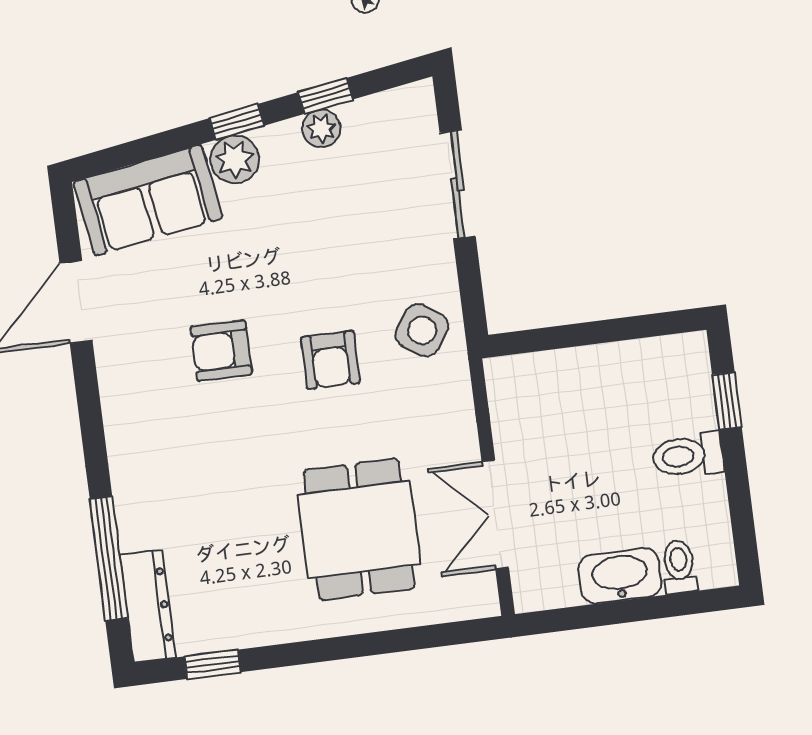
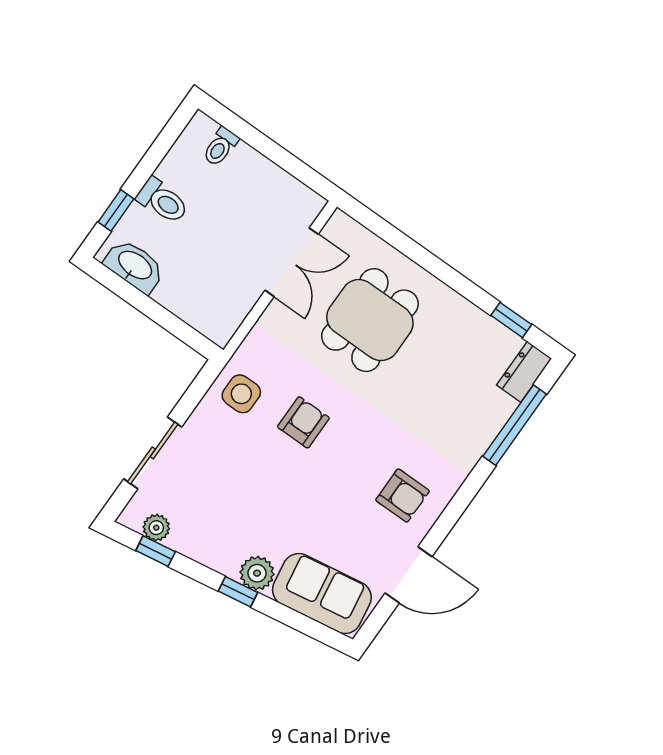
window: (326, 96) -> (156, 551), moved
plant: (321, 129) -> (156, 528), moved
side table: (422, 330) -> (241, 394), turned -35
armchair: (221, 351) -> (403, 496), moved
washbasin: (620, 576) -> (135, 266), moved, turned 180
dresser: (148, 606) -> (524, 372), width x0.70

